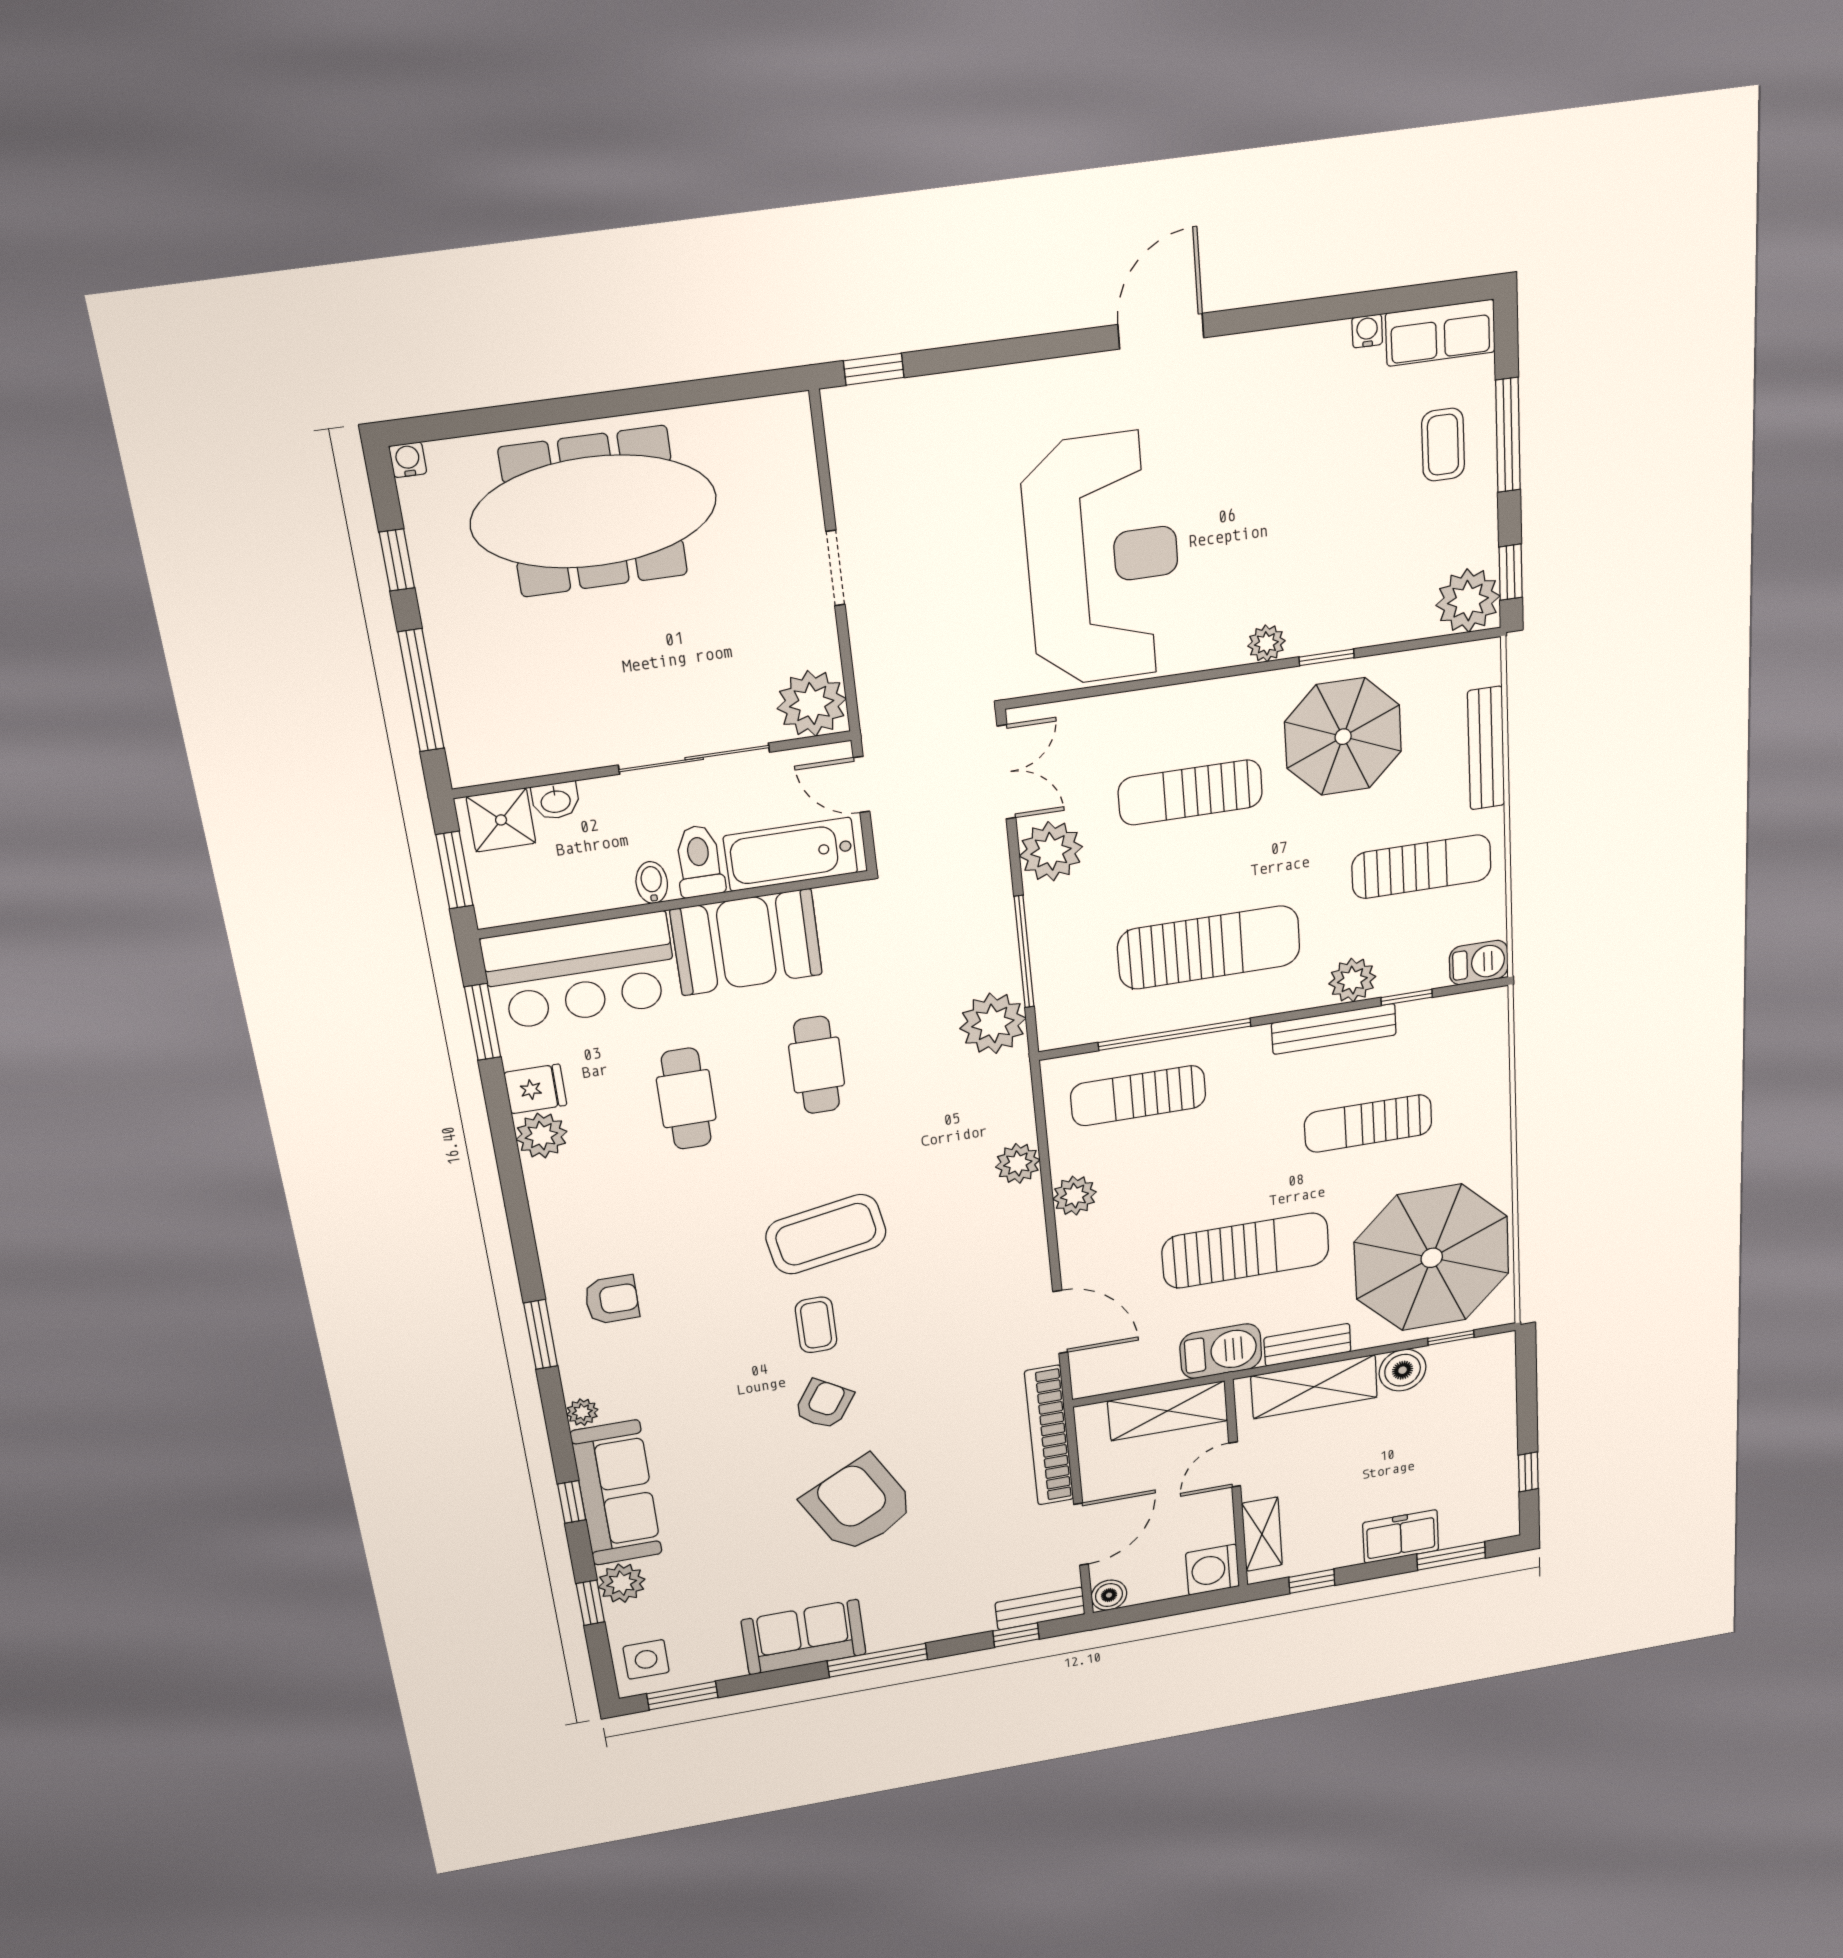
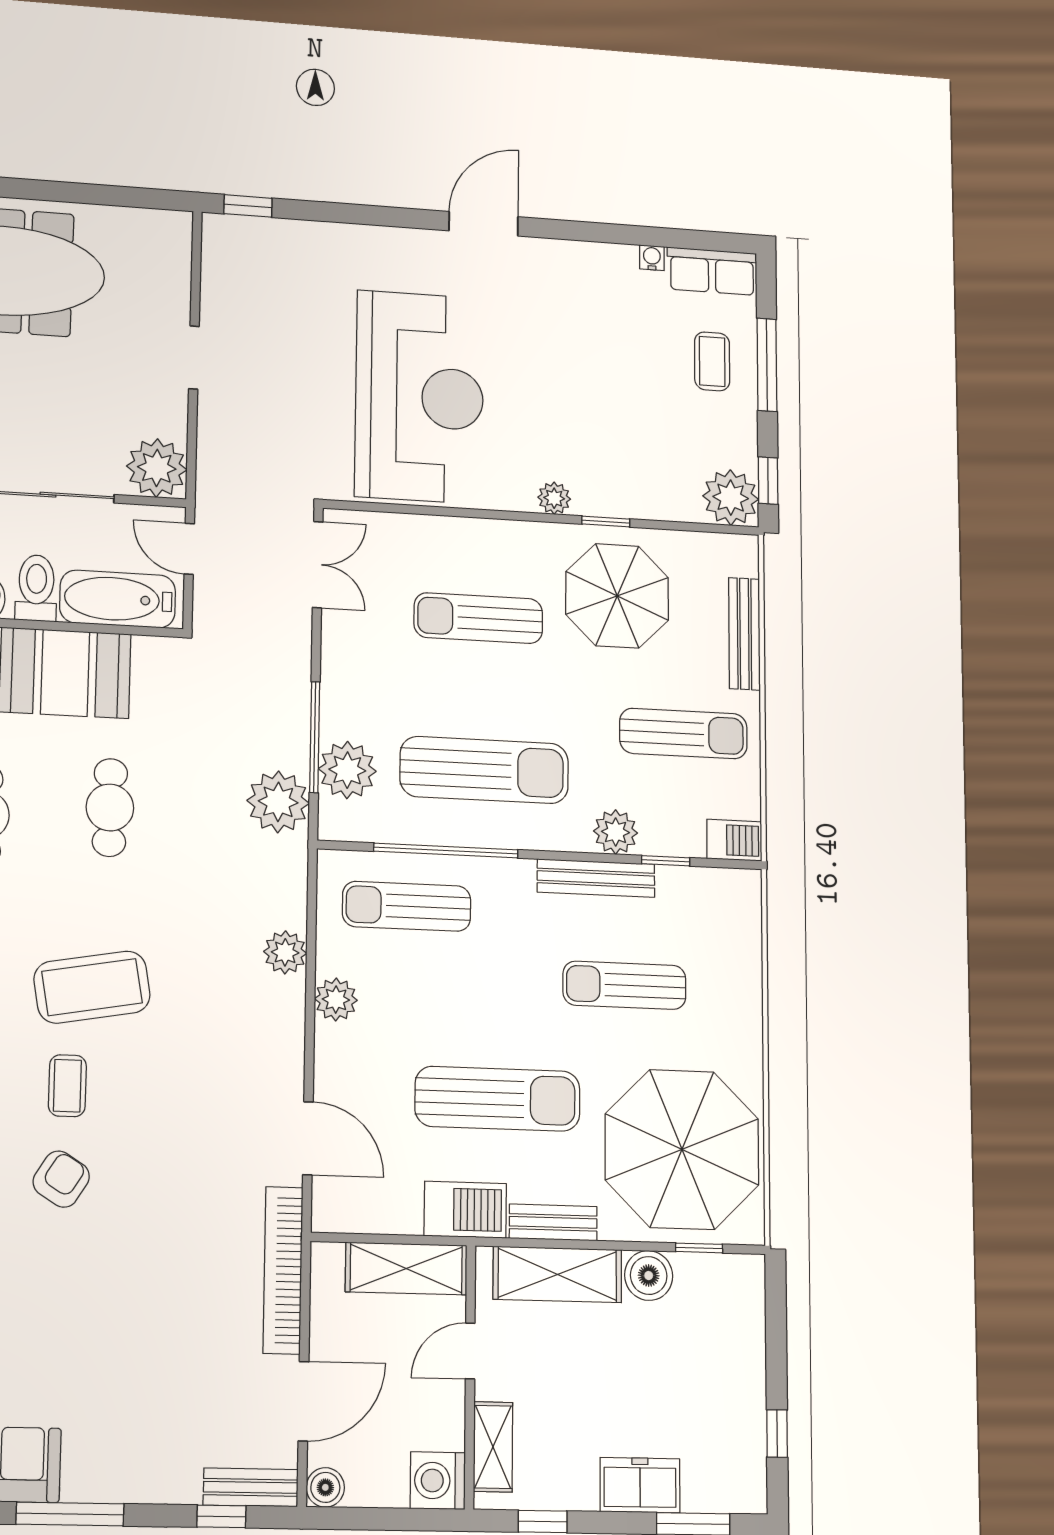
plant: (1051, 851) -> (347, 770), moved
armchair: (859, 1504) -> (79, 1308), removed

